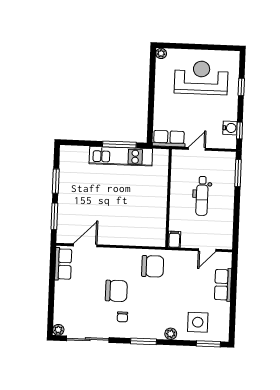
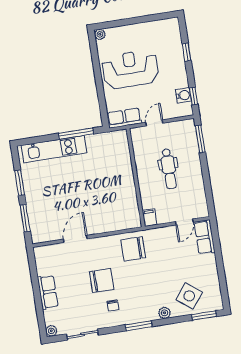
reception desk: (201, 78) -> (130, 69), moved
kitchen unit: (121, 156) -> (54, 149), moved
door: (85, 245) -> (75, 239), moved
row of seats: (63, 264) -> (48, 292), moved
chair: (153, 266) -> (133, 249), turned 180
row of seats: (223, 285) -> (205, 237), moved
side table: (198, 322) -> (189, 296), turned 38
sliding door: (88, 339) -> (82, 335), width x0.73

